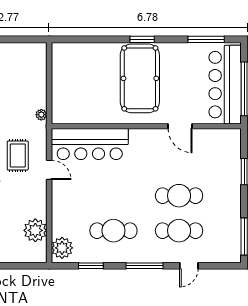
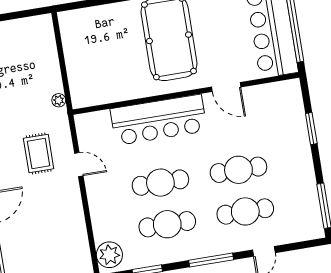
bar counter: (90, 144) -> (159, 120), moved
cafe table: (113, 196) -> (160, 183), added
plant: (35, 230) -> (74, 239), removed

